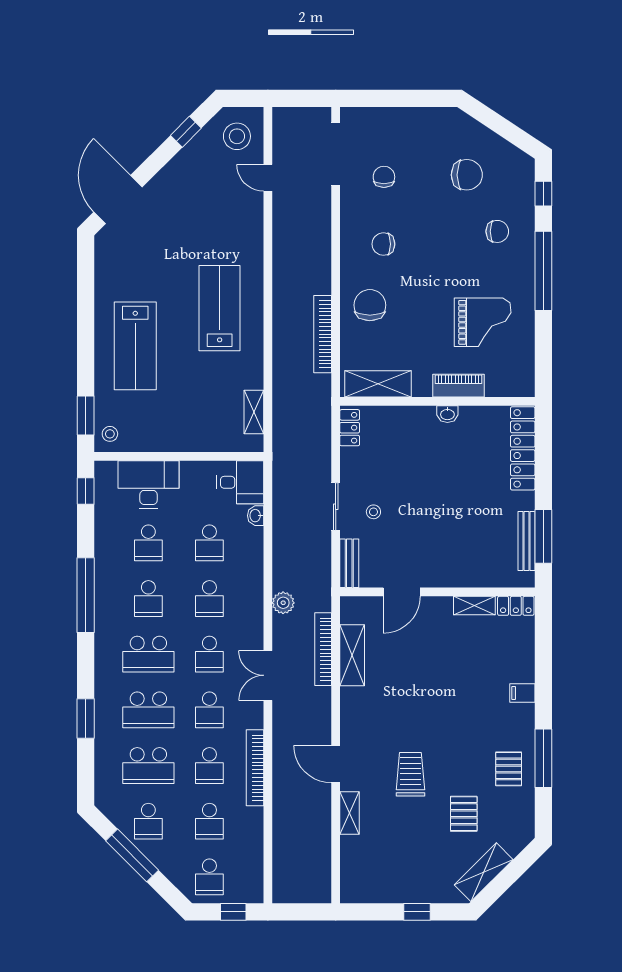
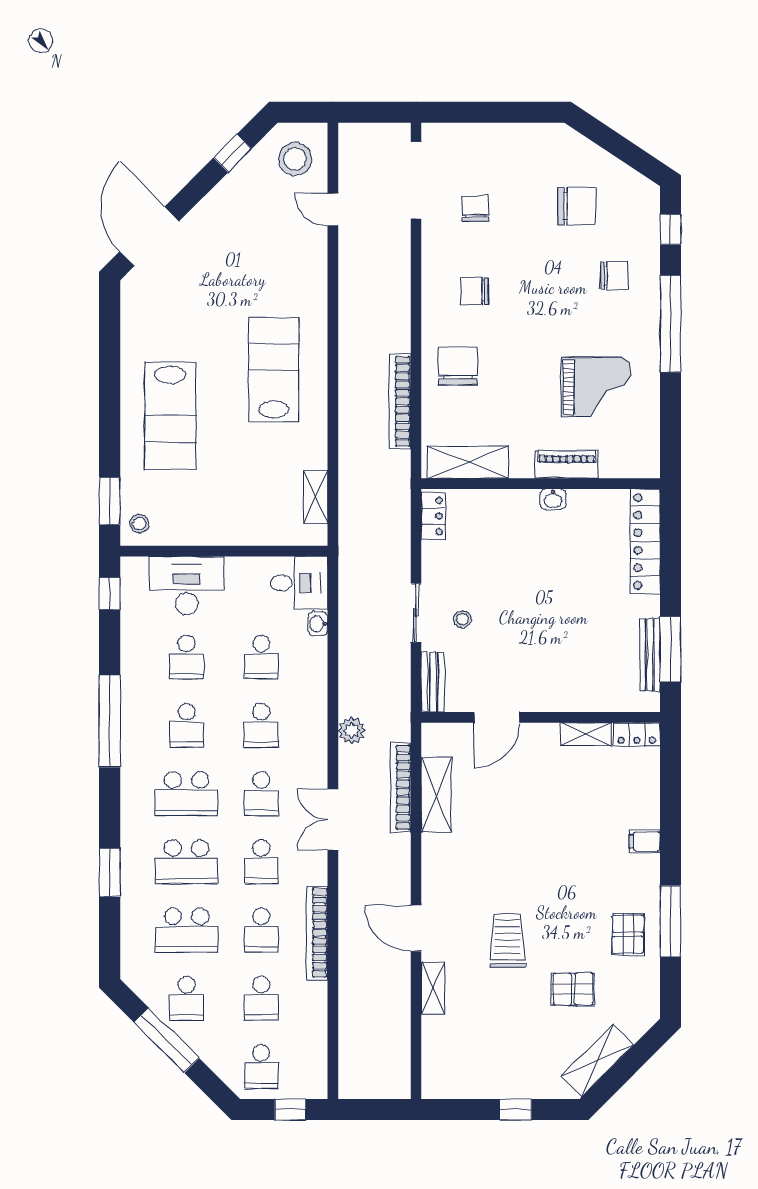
pallet: (464, 814) -> (573, 989), turned 90

